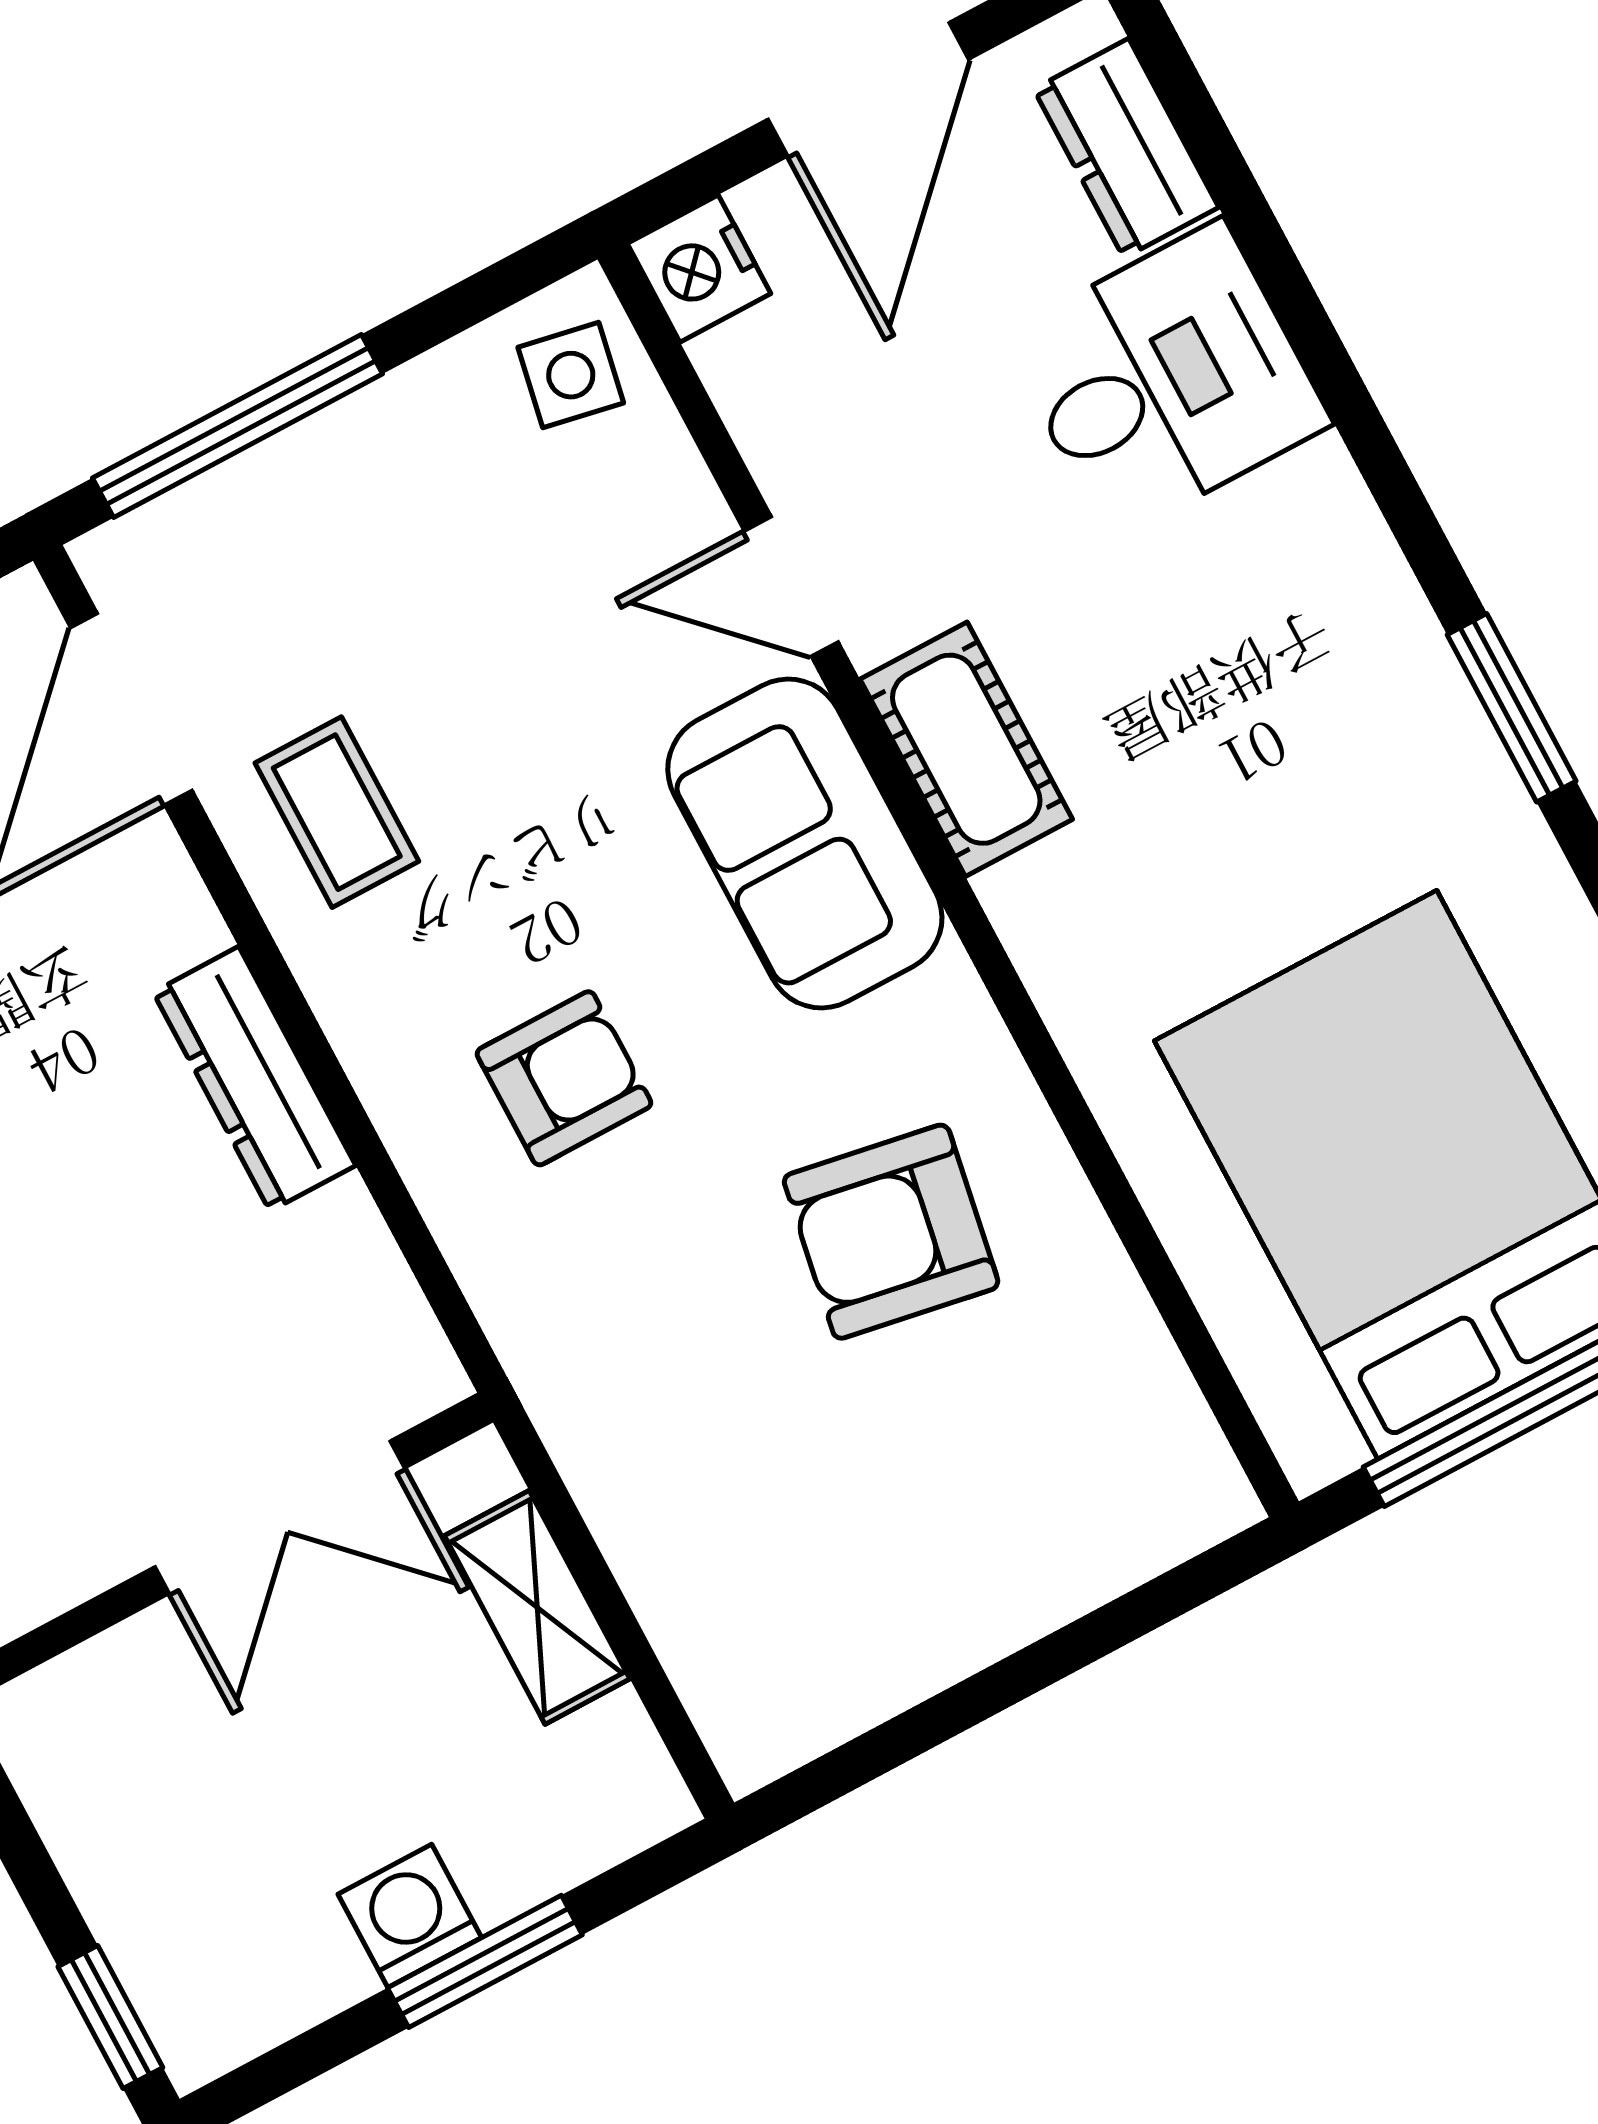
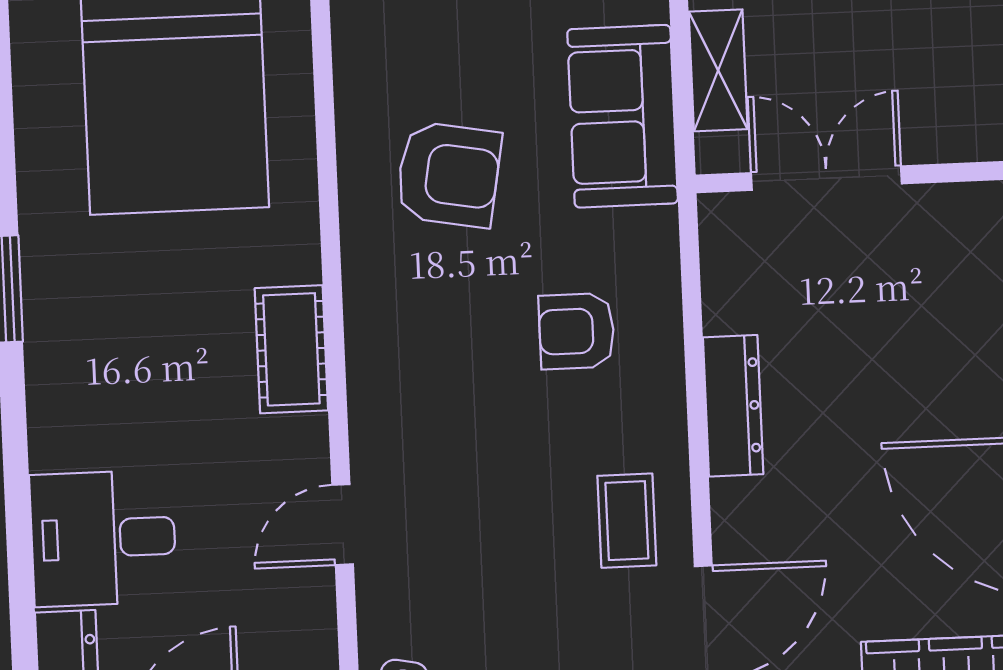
door: (791, 587) -> (343, 525), swing flipped
cot: (966, 749) -> (291, 349), moved
sofa: (805, 843) -> (623, 116), moved, turned 180

